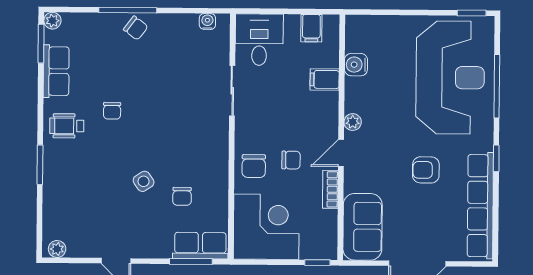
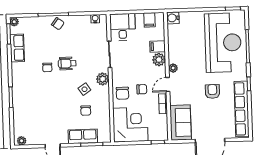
water cooler: (356, 65) -> (173, 18), moved
plant: (326, 105) -> (159, 60), added
wheelchair: (67, 126) -> (67, 63), moved
plant: (217, 137) -> (103, 79), added
armchair: (426, 170) -> (212, 91), turned 90
side table: (144, 181) -> (84, 89), moved
row of seats: (200, 246) -> (83, 136), moved

